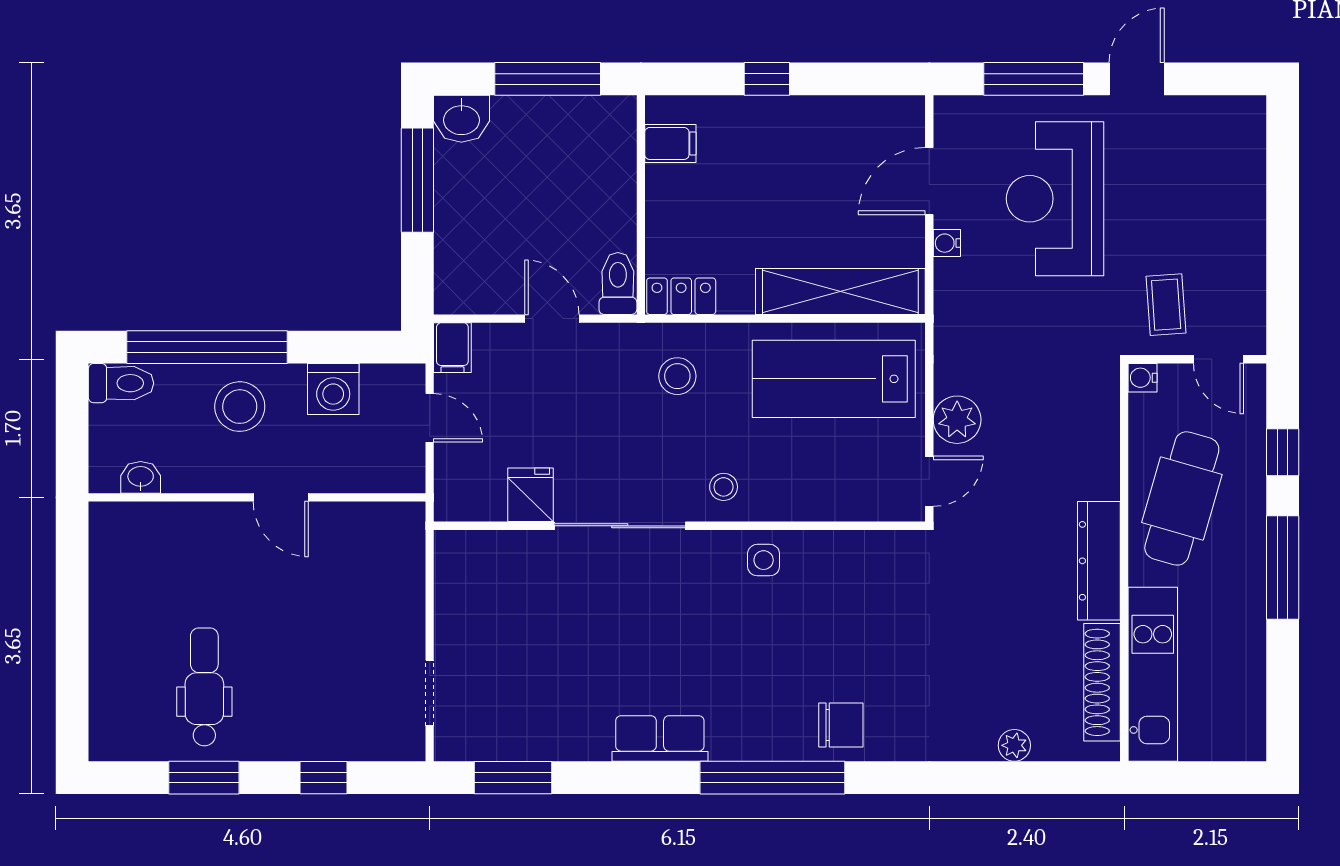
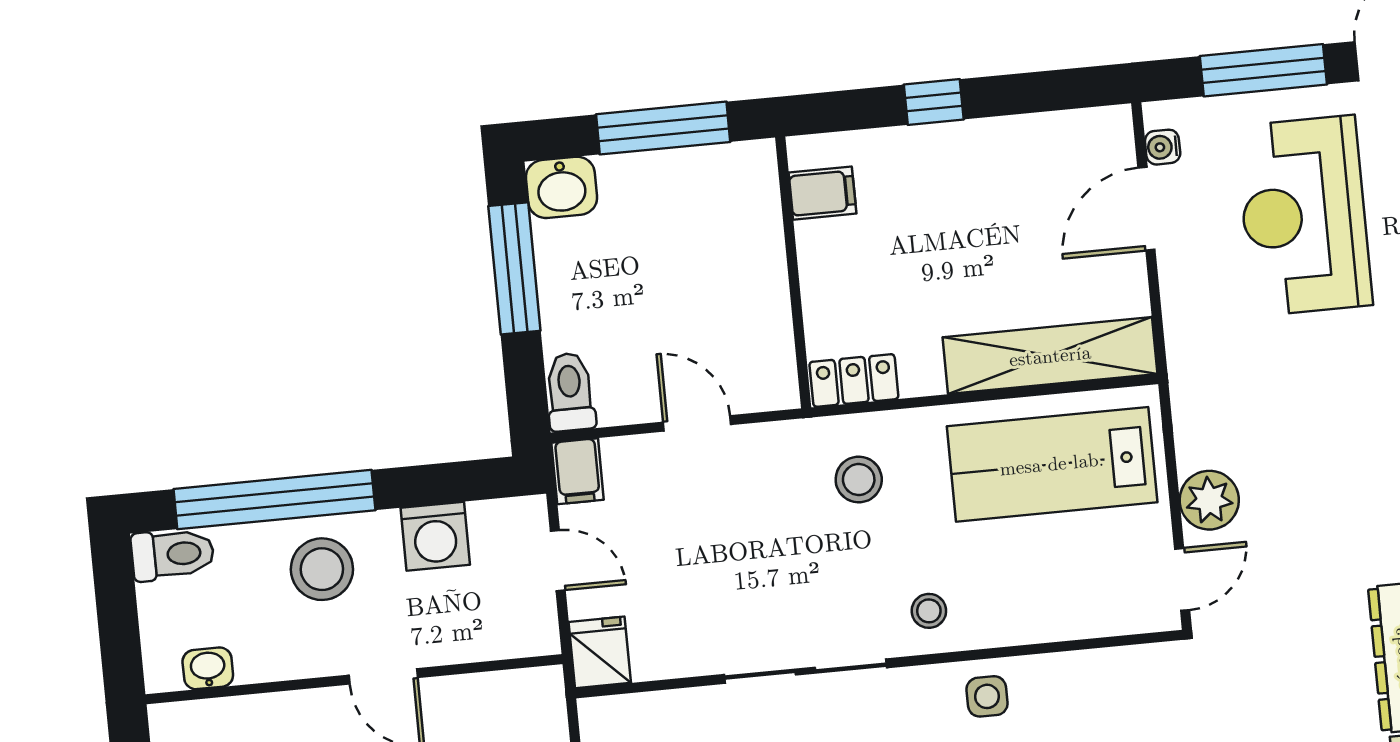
water cooler: (947, 243) -> (1163, 147), moved
toilet: (618, 283) -> (570, 392), moved
fridge: (530, 495) -> (600, 652), moved

